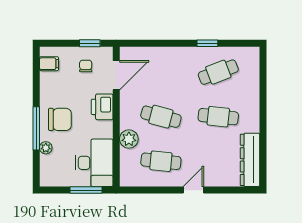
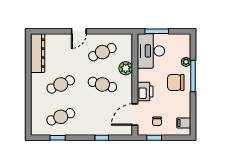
window: (162, 43) -> (102, 138), added
window: (207, 43) -> (58, 138), moved
cafe table: (218, 117) -> (61, 84), turned -30
cafe table: (161, 161) -> (102, 52), turned -30

